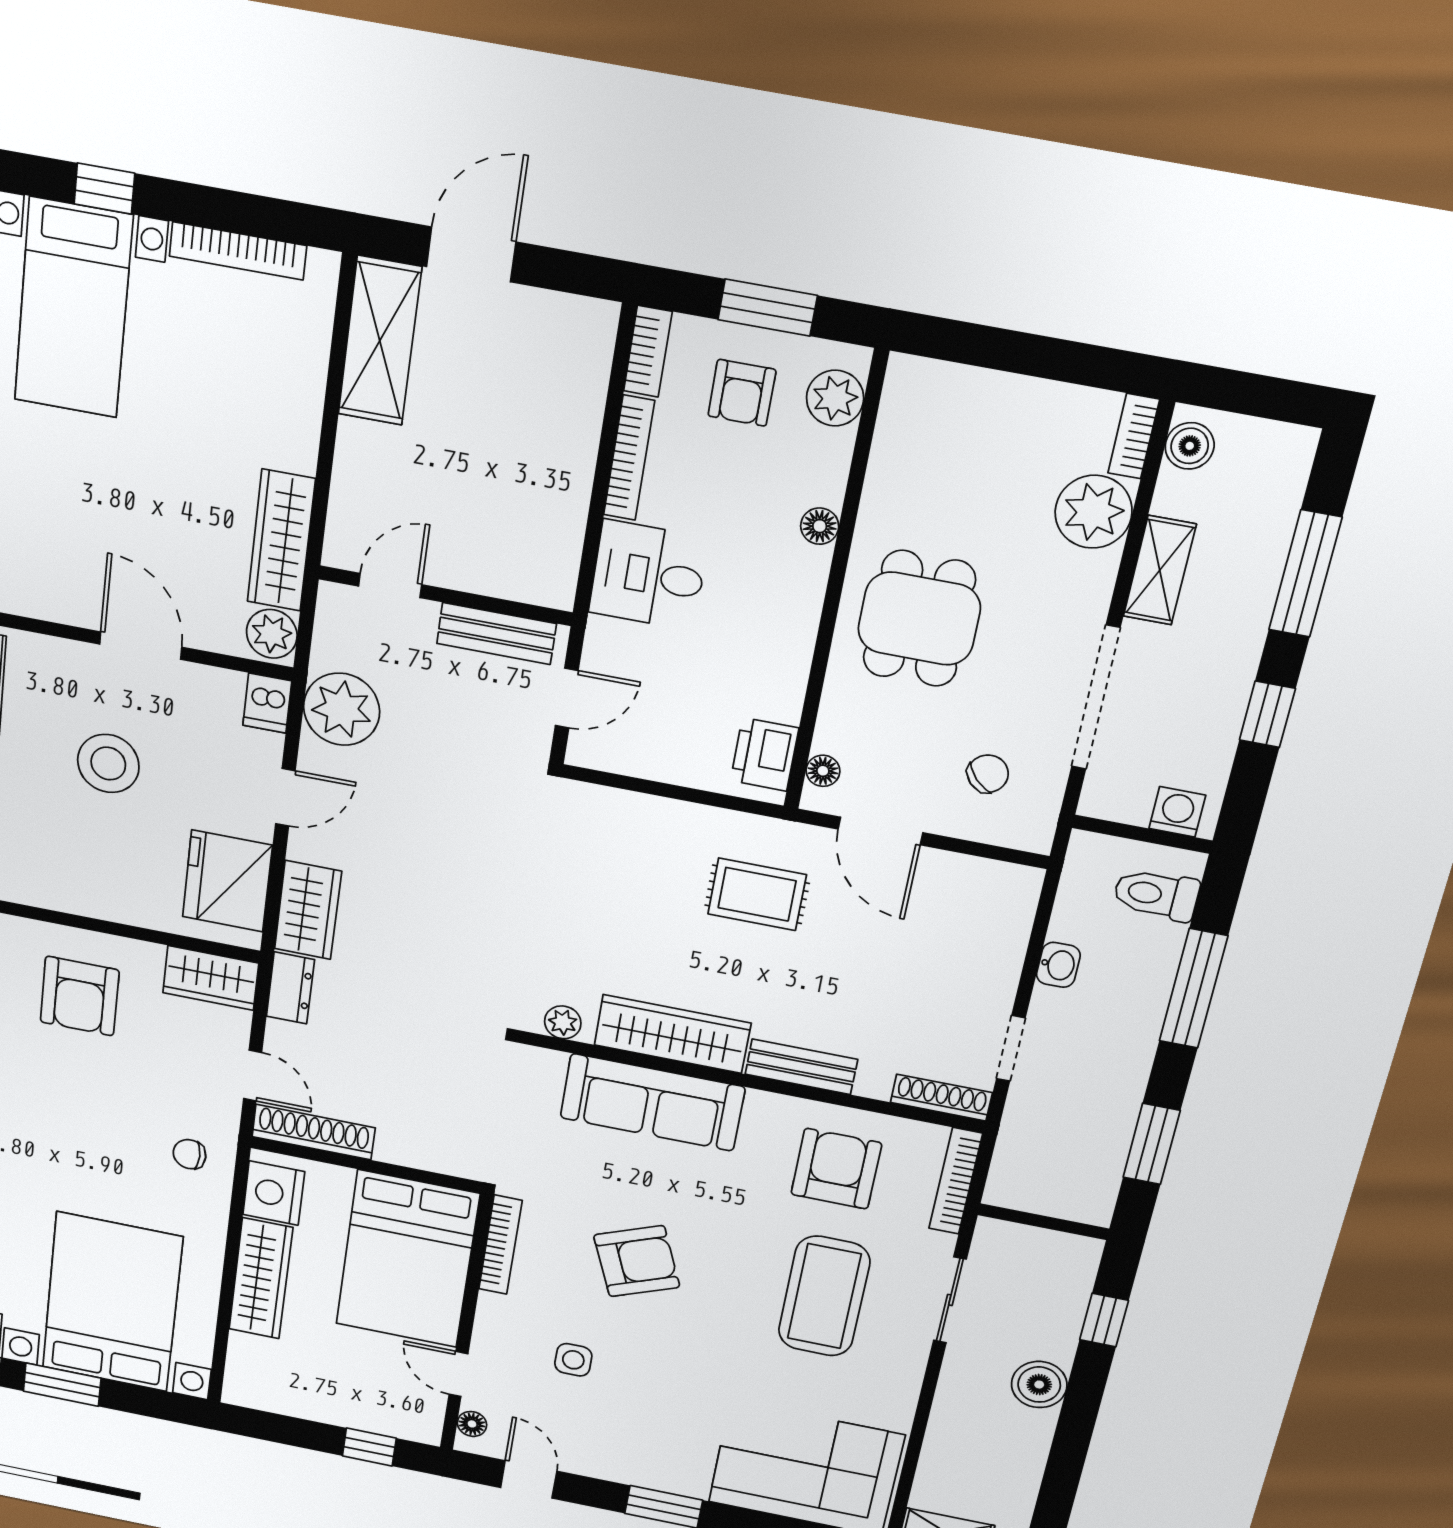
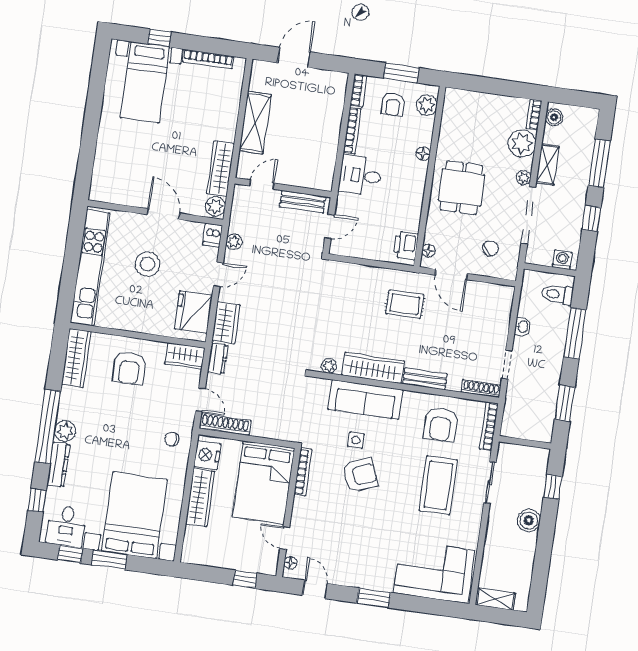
shelving: (380, 341) -> (255, 123), moved
plant: (1091, 601) -> (524, 178), added
plant: (342, 709) -> (234, 242), width x0.53, depth x0.53
armchair: (836, 1169) -> (441, 424), turned 180
side table: (573, 1360) -> (356, 440), moved

